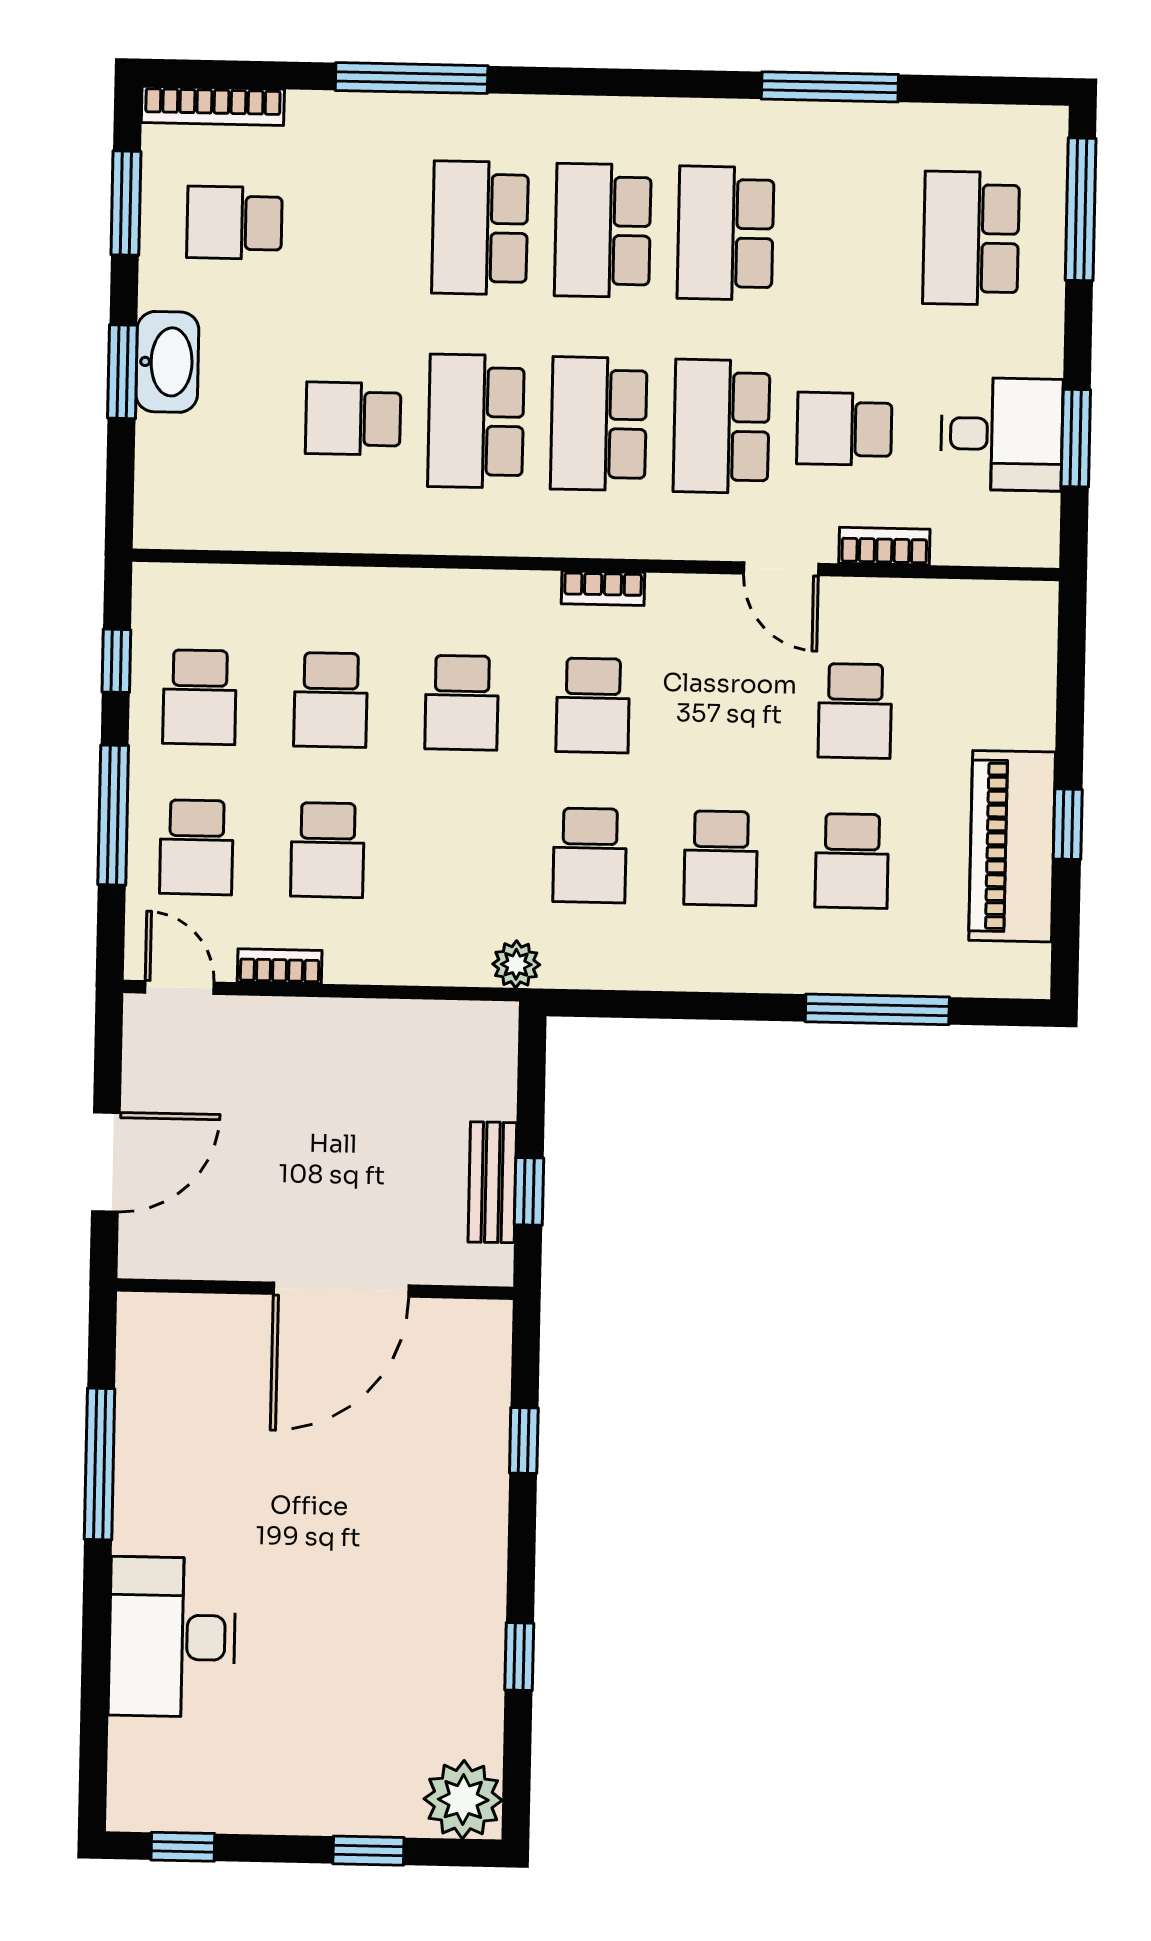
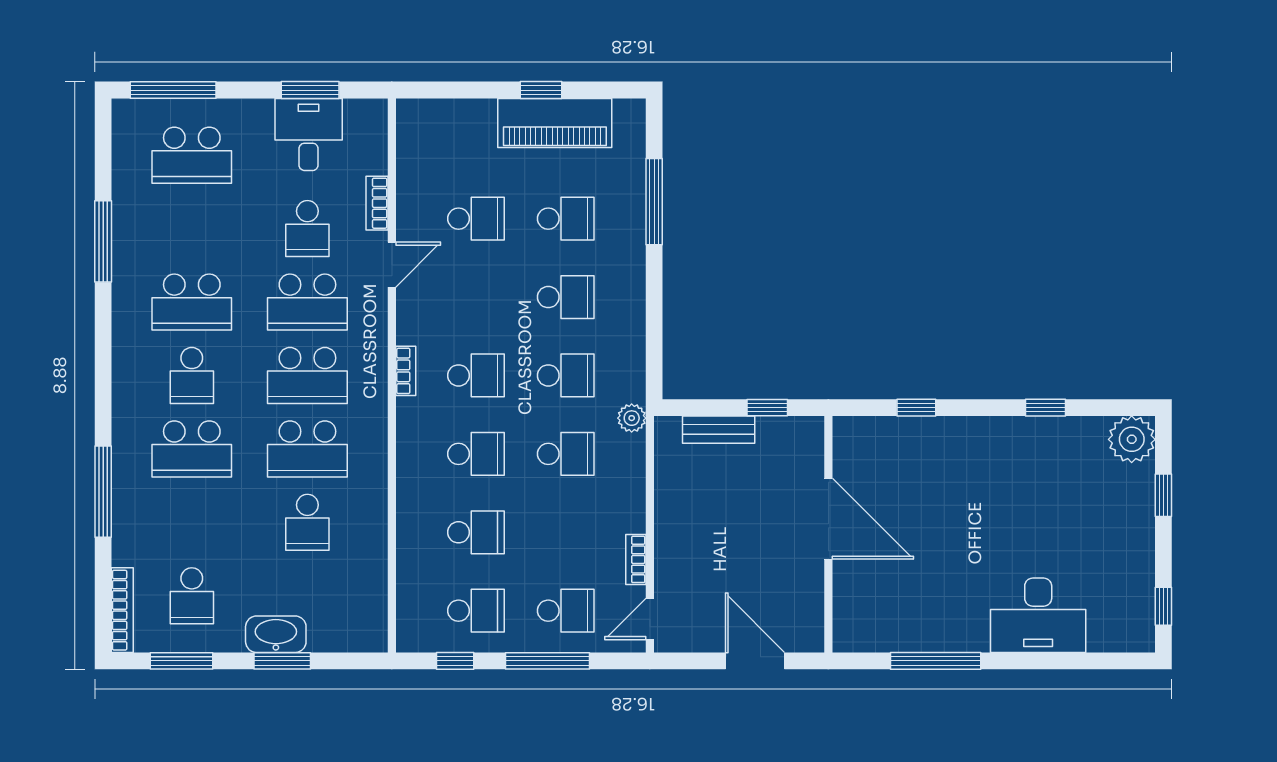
school desk: (603, 230) -> (192, 375), width x0.54
school desk: (328, 850) -> (566, 454), moved
bench: (492, 1182) -> (719, 430), moved

